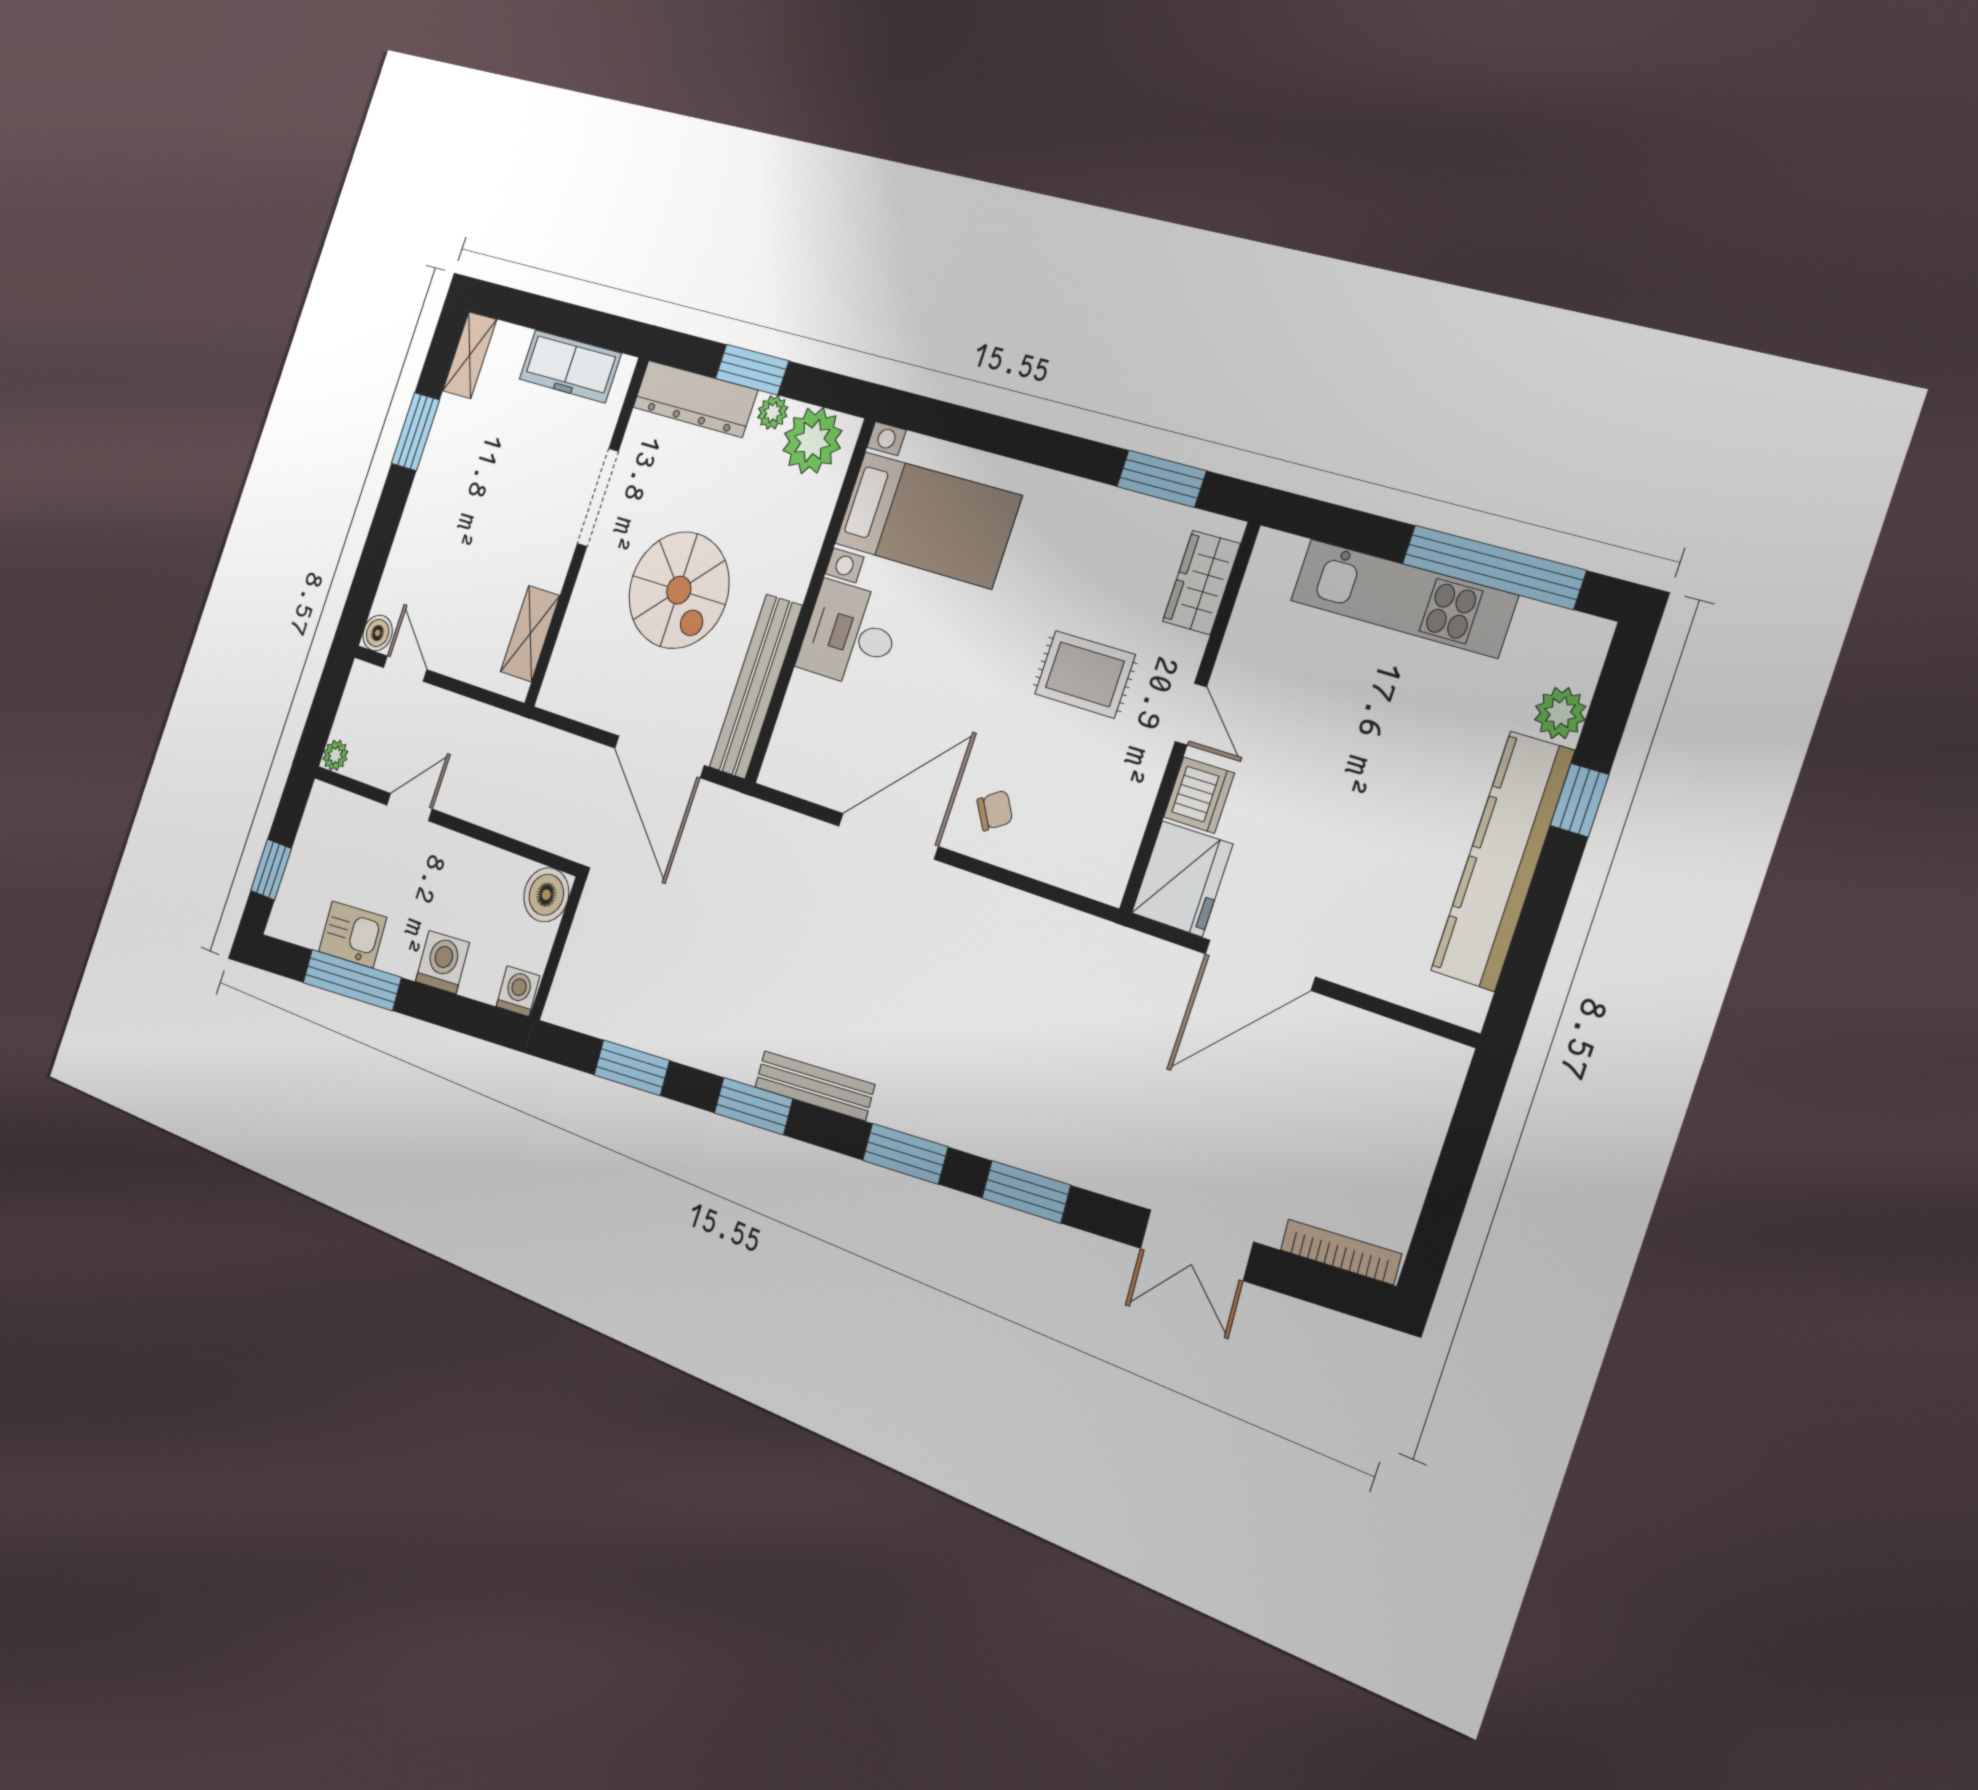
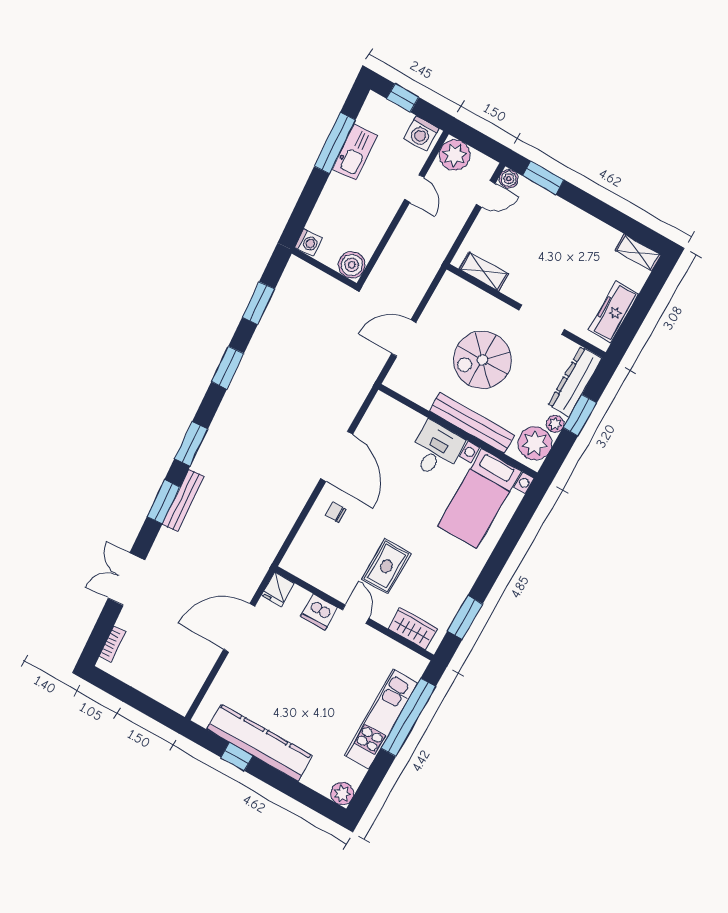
window: (415, 432) -> (543, 178), moved
window: (1493, 567) -> (408, 717), moved
bench: (756, 686) -> (472, 423), moved
plant: (1560, 713) -> (342, 793), moved
door: (1191, 714) -> (356, 614), swing flipped
plant: (335, 755) -> (455, 155), width x1.87, depth x1.87
door: (659, 757) -> (404, 338), width x0.73
window: (1579, 800) -> (237, 757), moved
chair: (995, 810) -> (336, 512), turned 123
fridge: (1182, 879) -> (278, 589), width x0.53, depth x0.75
kitchen sink: (353, 934) -> (355, 152), width x1.38
washing machine: (442, 962) -> (421, 134), moved, turned 94
door: (1260, 965) -> (239, 628), hinge flipped
bench: (815, 1086) -> (183, 500), moved
bookcase: (1341, 1252) -> (113, 644), width x0.64

